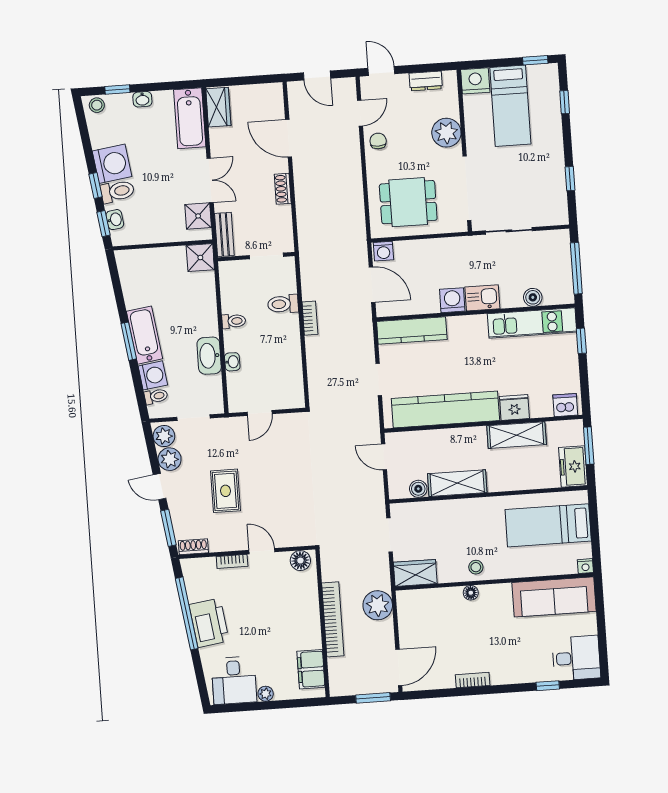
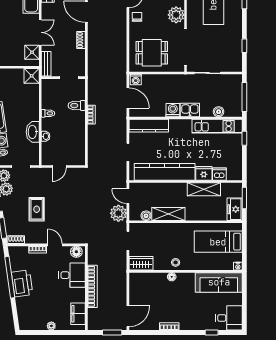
dishwasher: (565, 405) -> (219, 174), moved
plant: (378, 605) -> (118, 213), moved
desk: (234, 680) -> (72, 275), moved, turned -90

